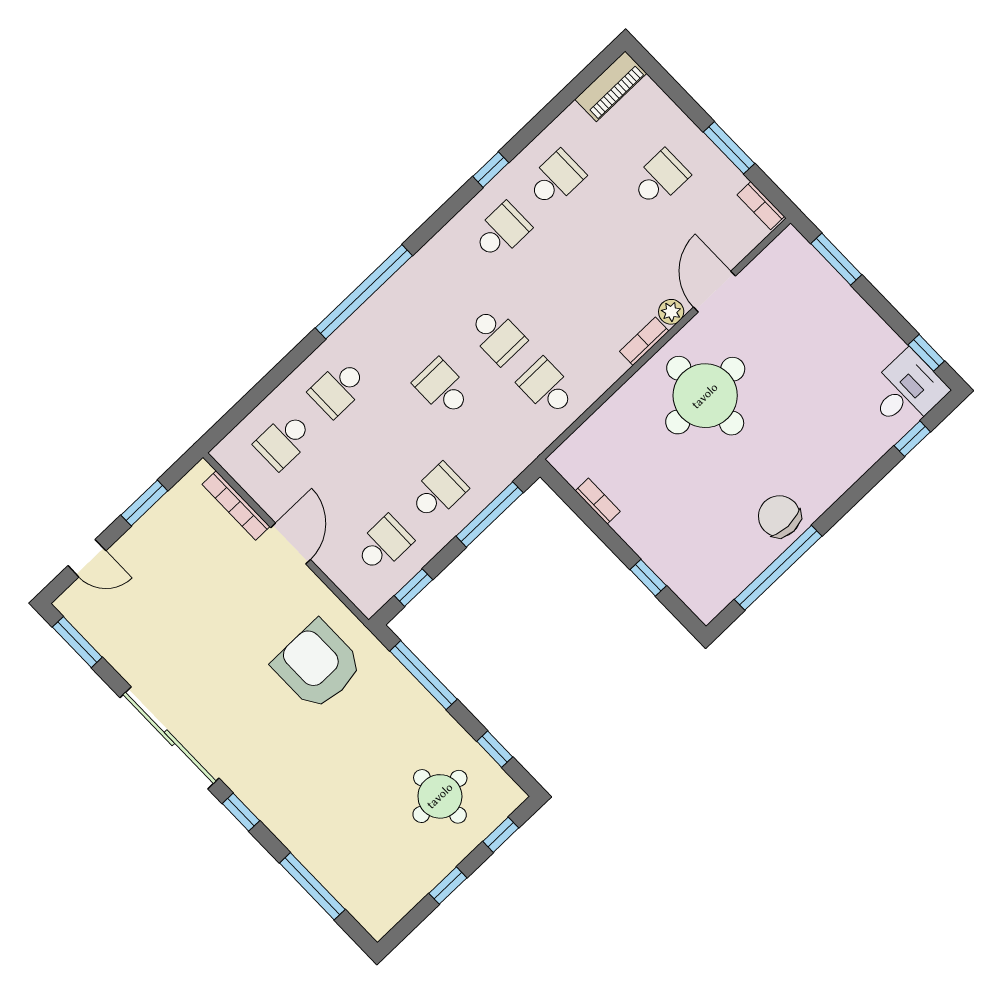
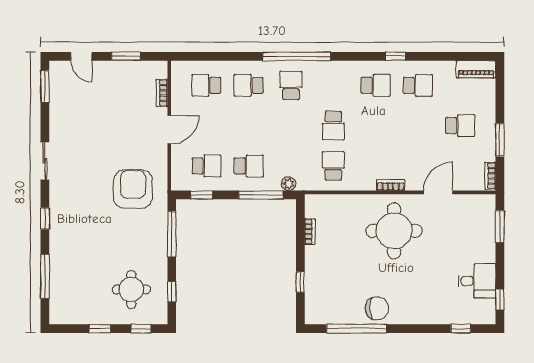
plant: (671, 312) -> (289, 184), moved
school desk: (442, 388) -> (291, 85), moved
desk: (907, 391) -> (477, 281), moved
bookcase: (236, 505) -> (162, 93), width x0.64
chair: (779, 516) -> (377, 308), turned 90
sliding door: (169, 738) -> (45, 161), width x0.54

